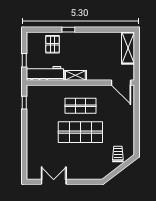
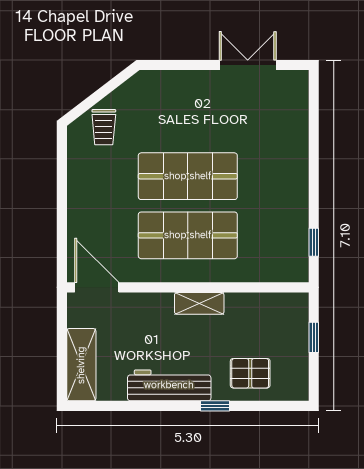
pallet: (53, 44) -> (250, 373), turned 90
workbench: (45, 73) -> (169, 385), moved, turned 180
shop shelf: (80, 106) -> (188, 235), width x1.43, depth x1.36
double door: (54, 182) -> (248, 65), swing flipped

